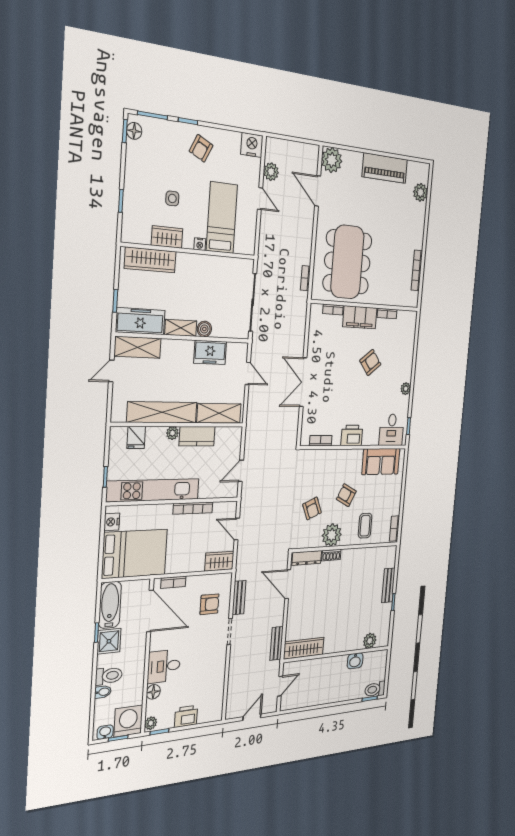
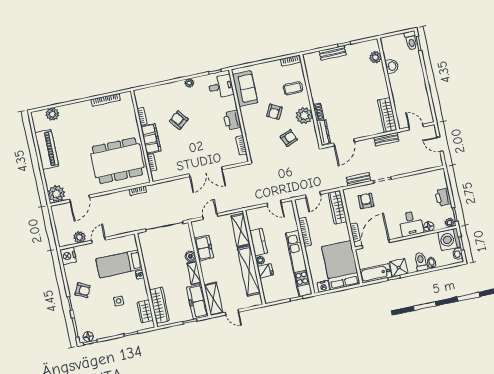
wardrobe: (167, 237) -> (145, 311), moved
fridge: (136, 437) -> (265, 271), moved
wardrobe: (219, 561) -> (337, 207), width x1.50

